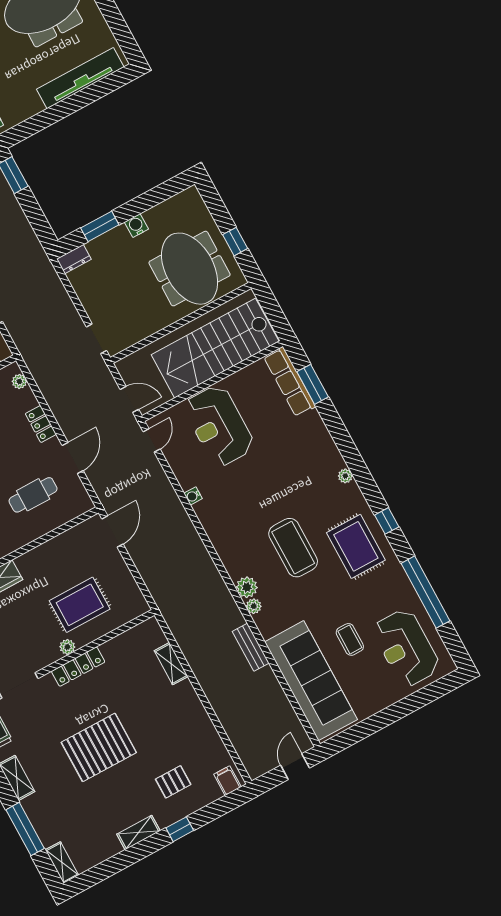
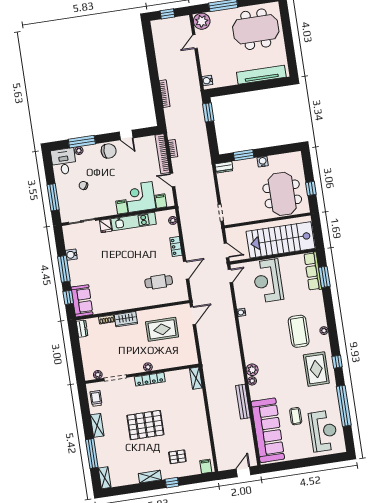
coffee table: (293, 548) -> (299, 331), moved
rug: (80, 605) -> (162, 329), moved
bench: (251, 647) -> (243, 402), width x1.36
reception desk: (406, 648) -> (323, 431), turned 180
shelving: (171, 664) -> (196, 378), moved

